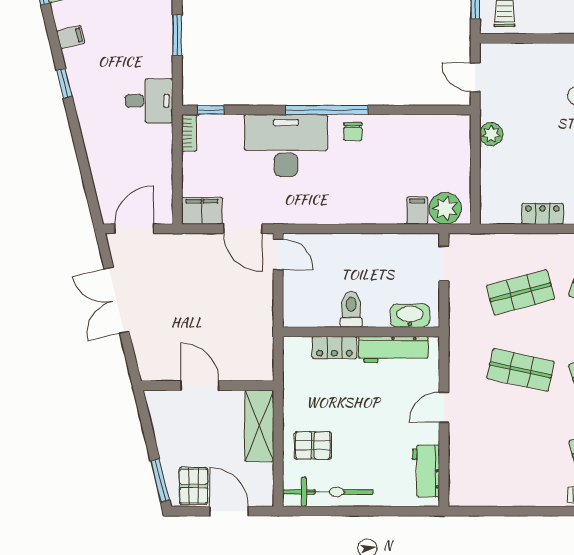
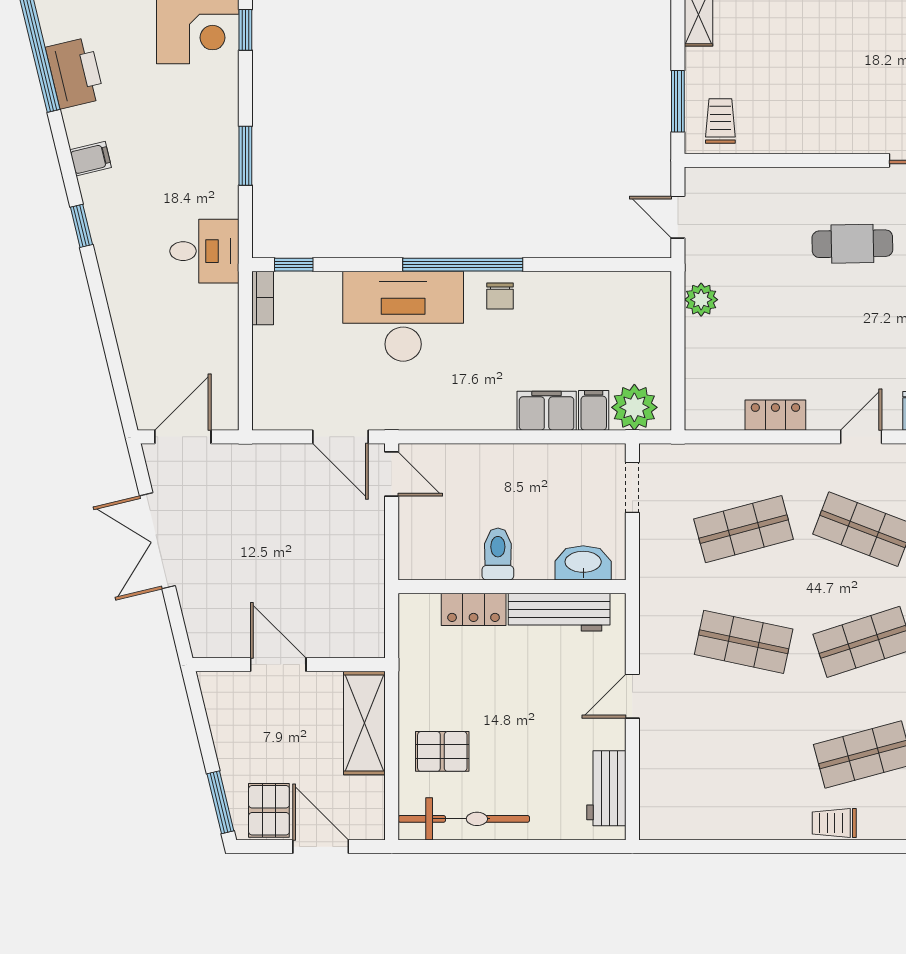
filing cabinet: (202, 211) -> (547, 411), moved

